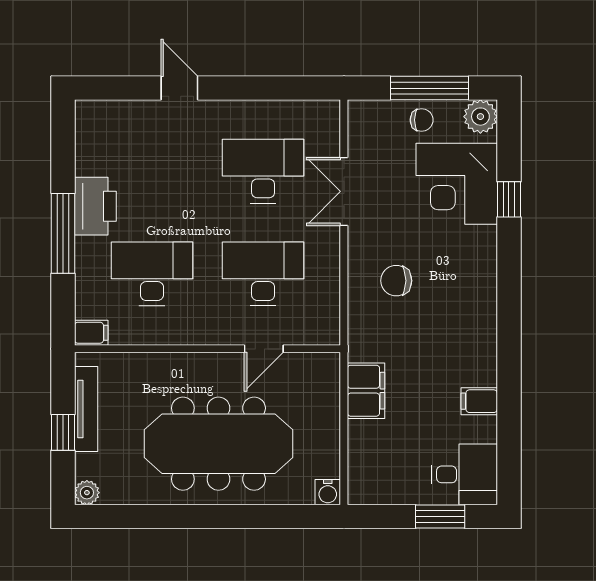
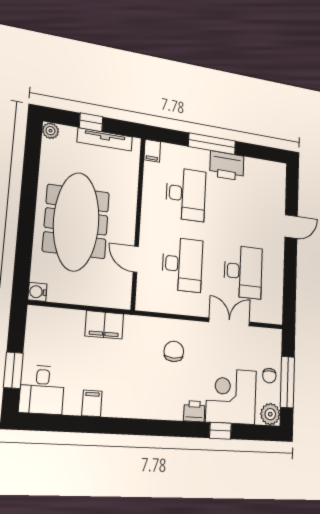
printer: (482, 243) -> (194, 411), added

